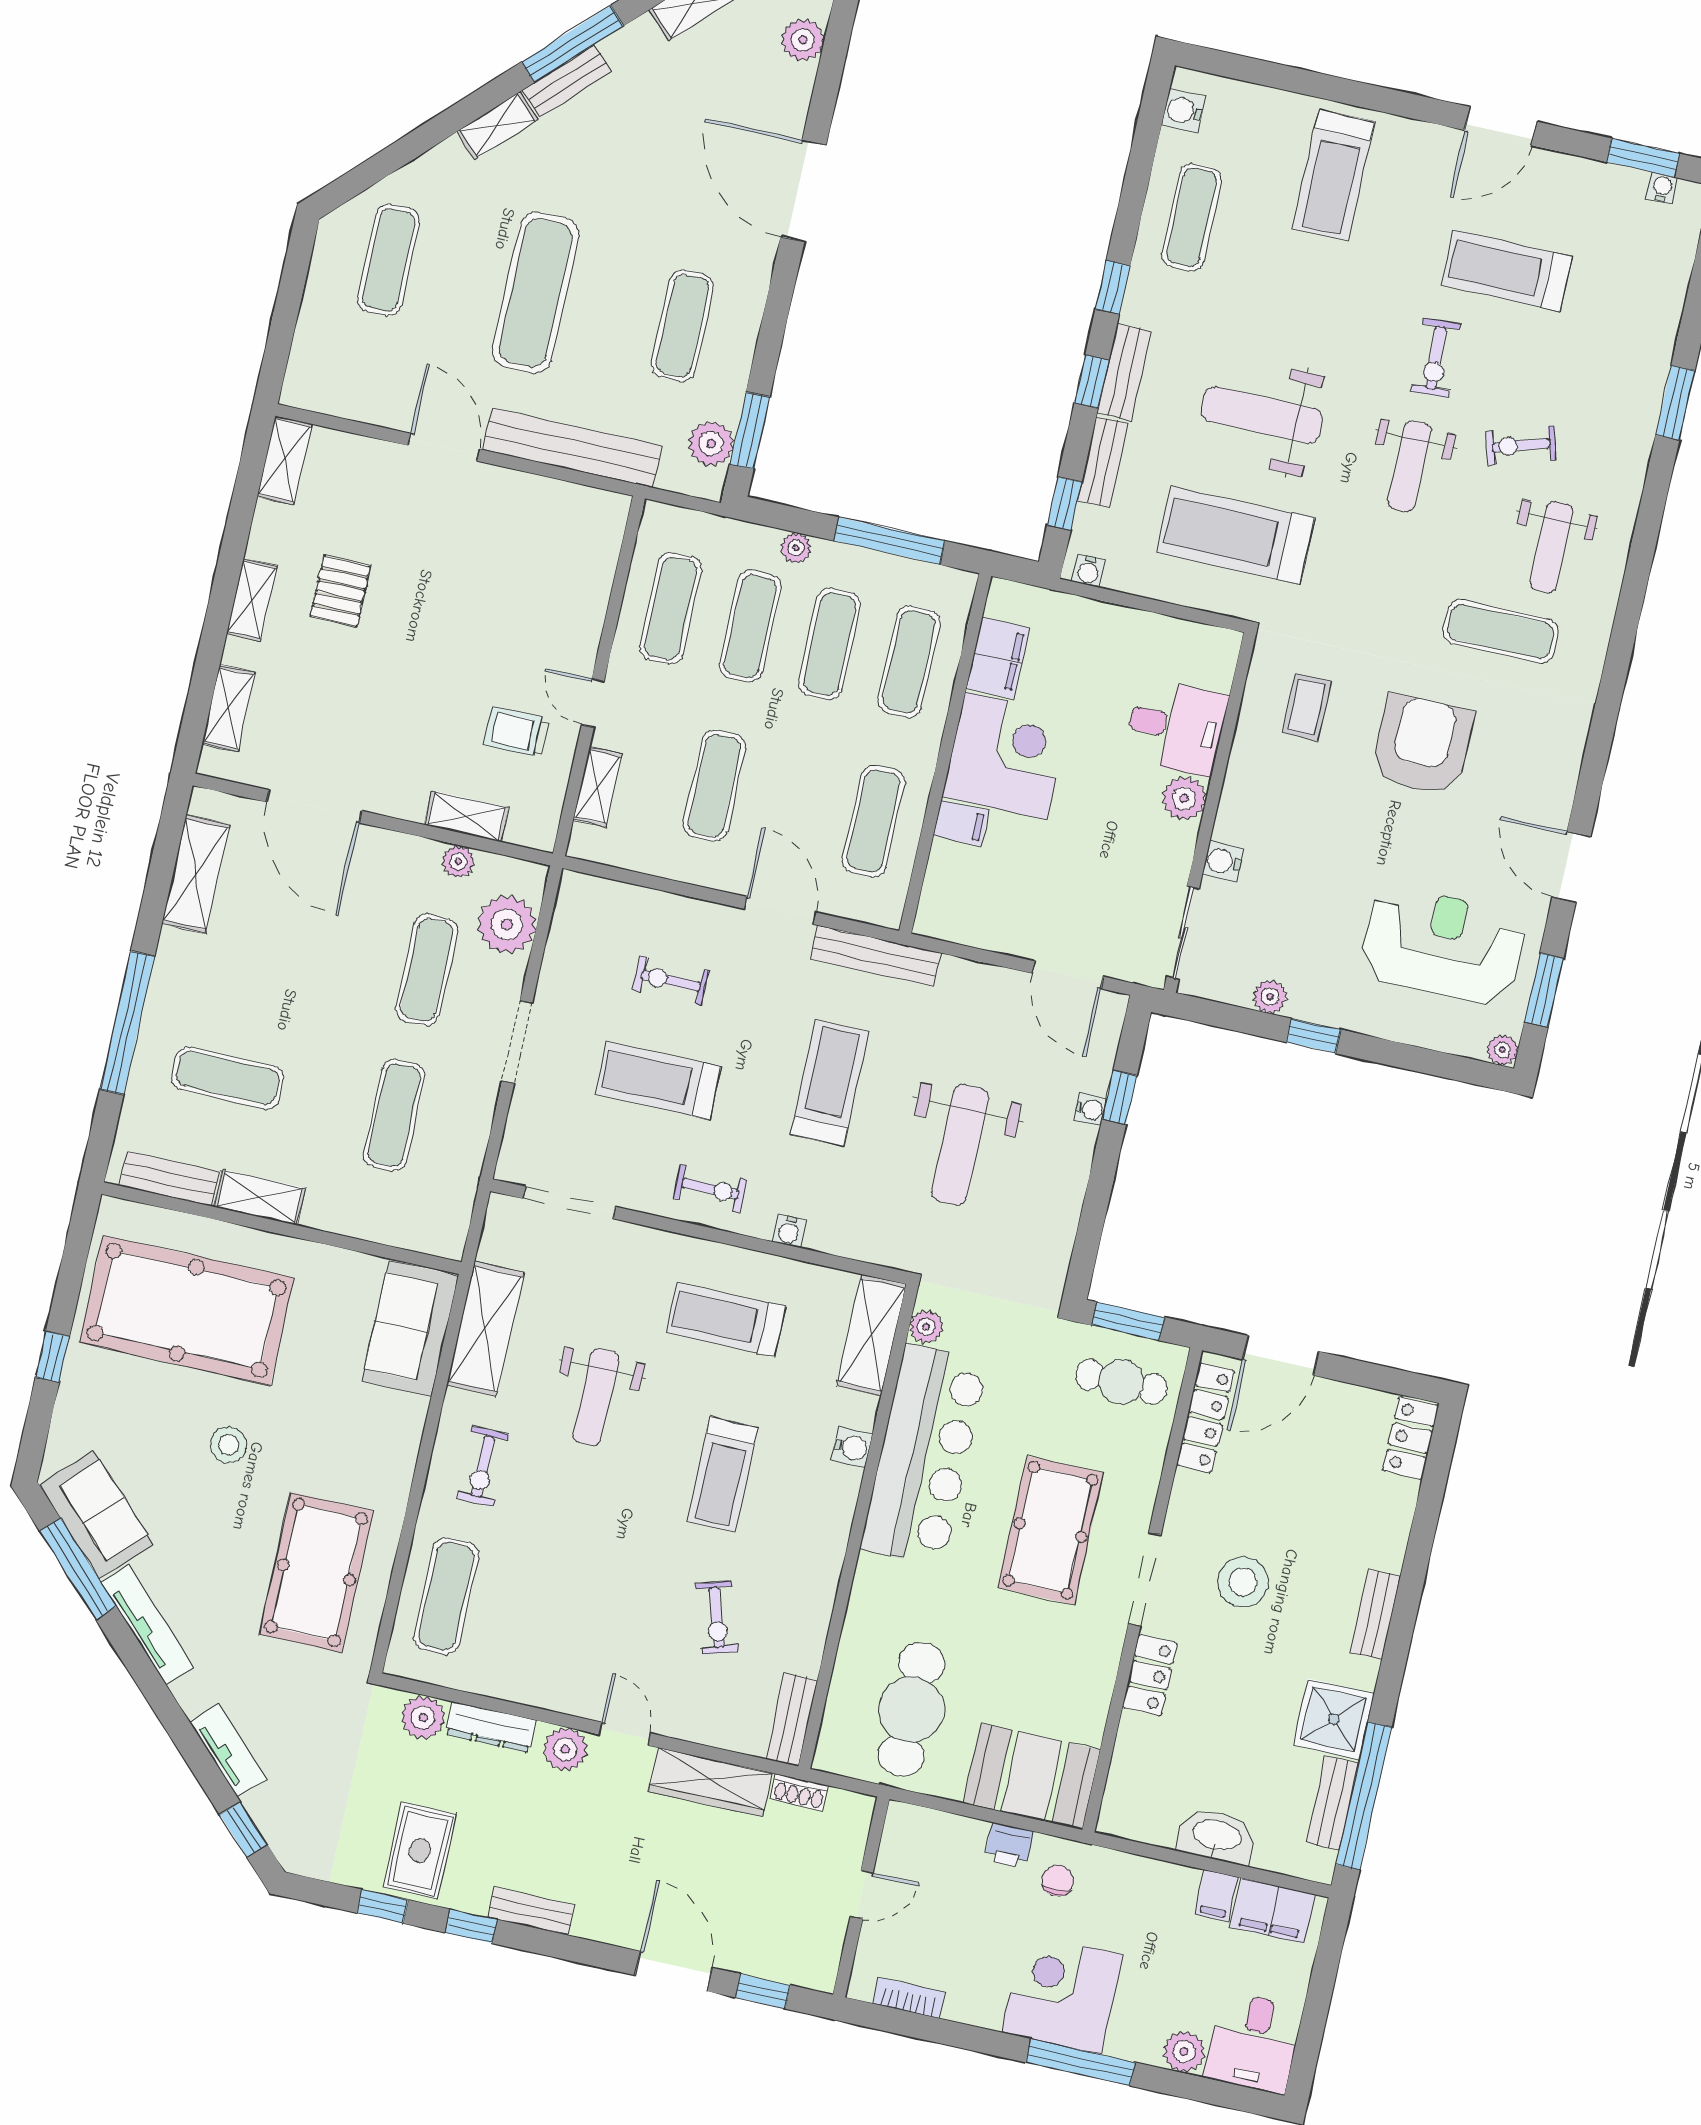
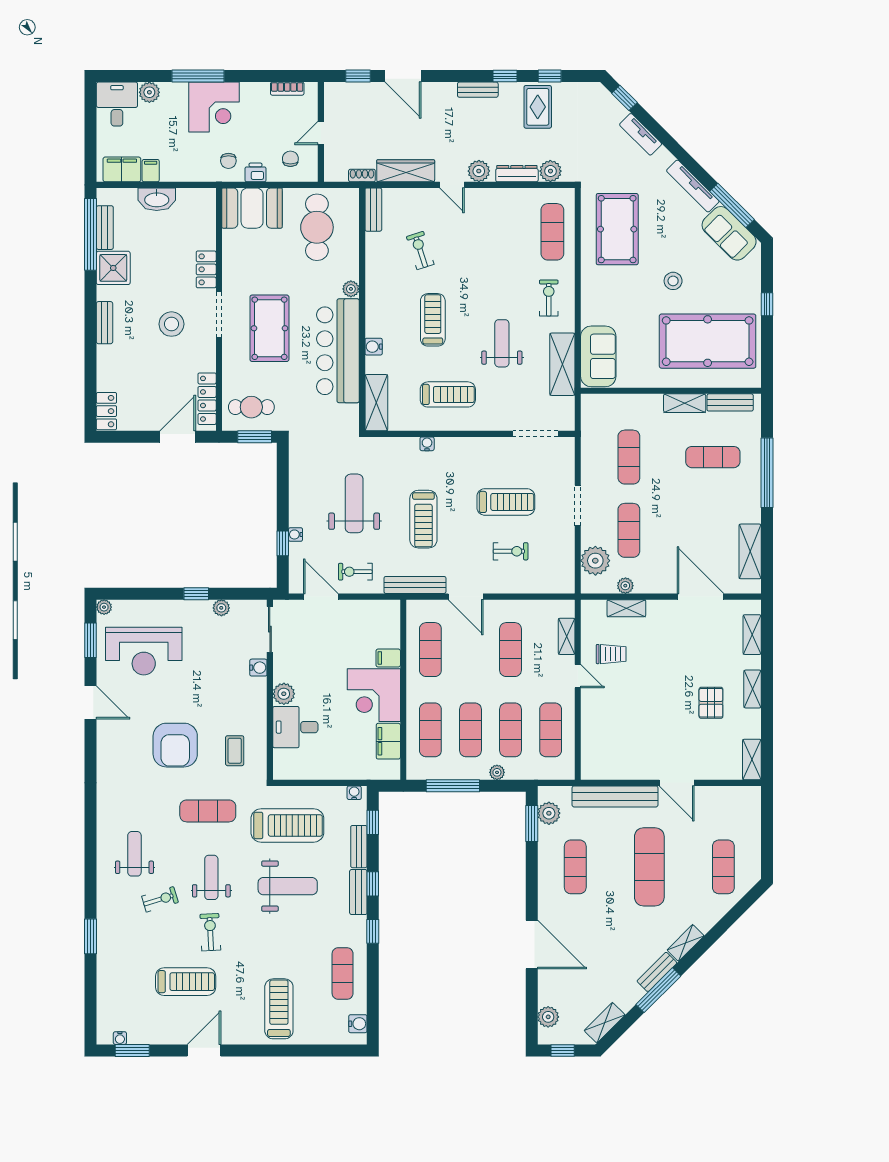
exercise mat: (1501, 631) -> (208, 811), moved
exercise bike: (710, 1189) -> (355, 572), moved
plant: (926, 1327) -> (351, 289), moved
chair: (934, 1857) -> (290, 159), added

